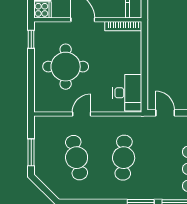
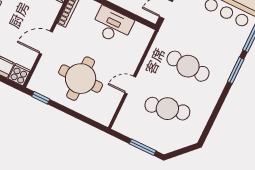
desk: (127, 93) -> (112, 25), moved
door: (82, 114) -> (130, 85), hinge flipped

